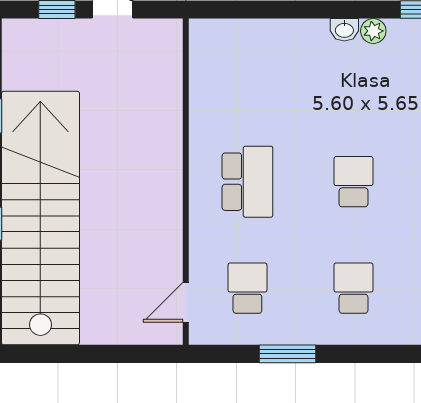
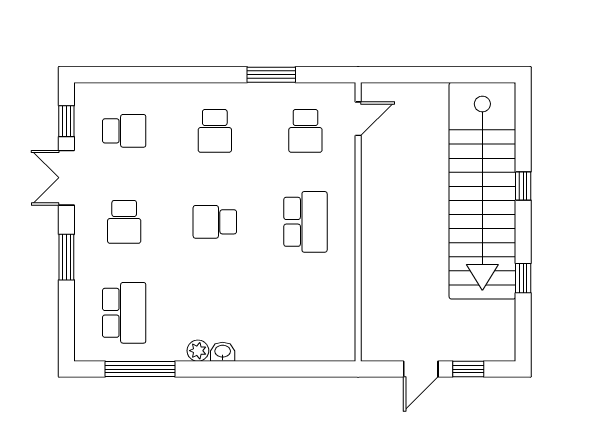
school desk: (247, 182) -> (305, 222), turned 180
school desk: (353, 182) -> (215, 222), turned 90

